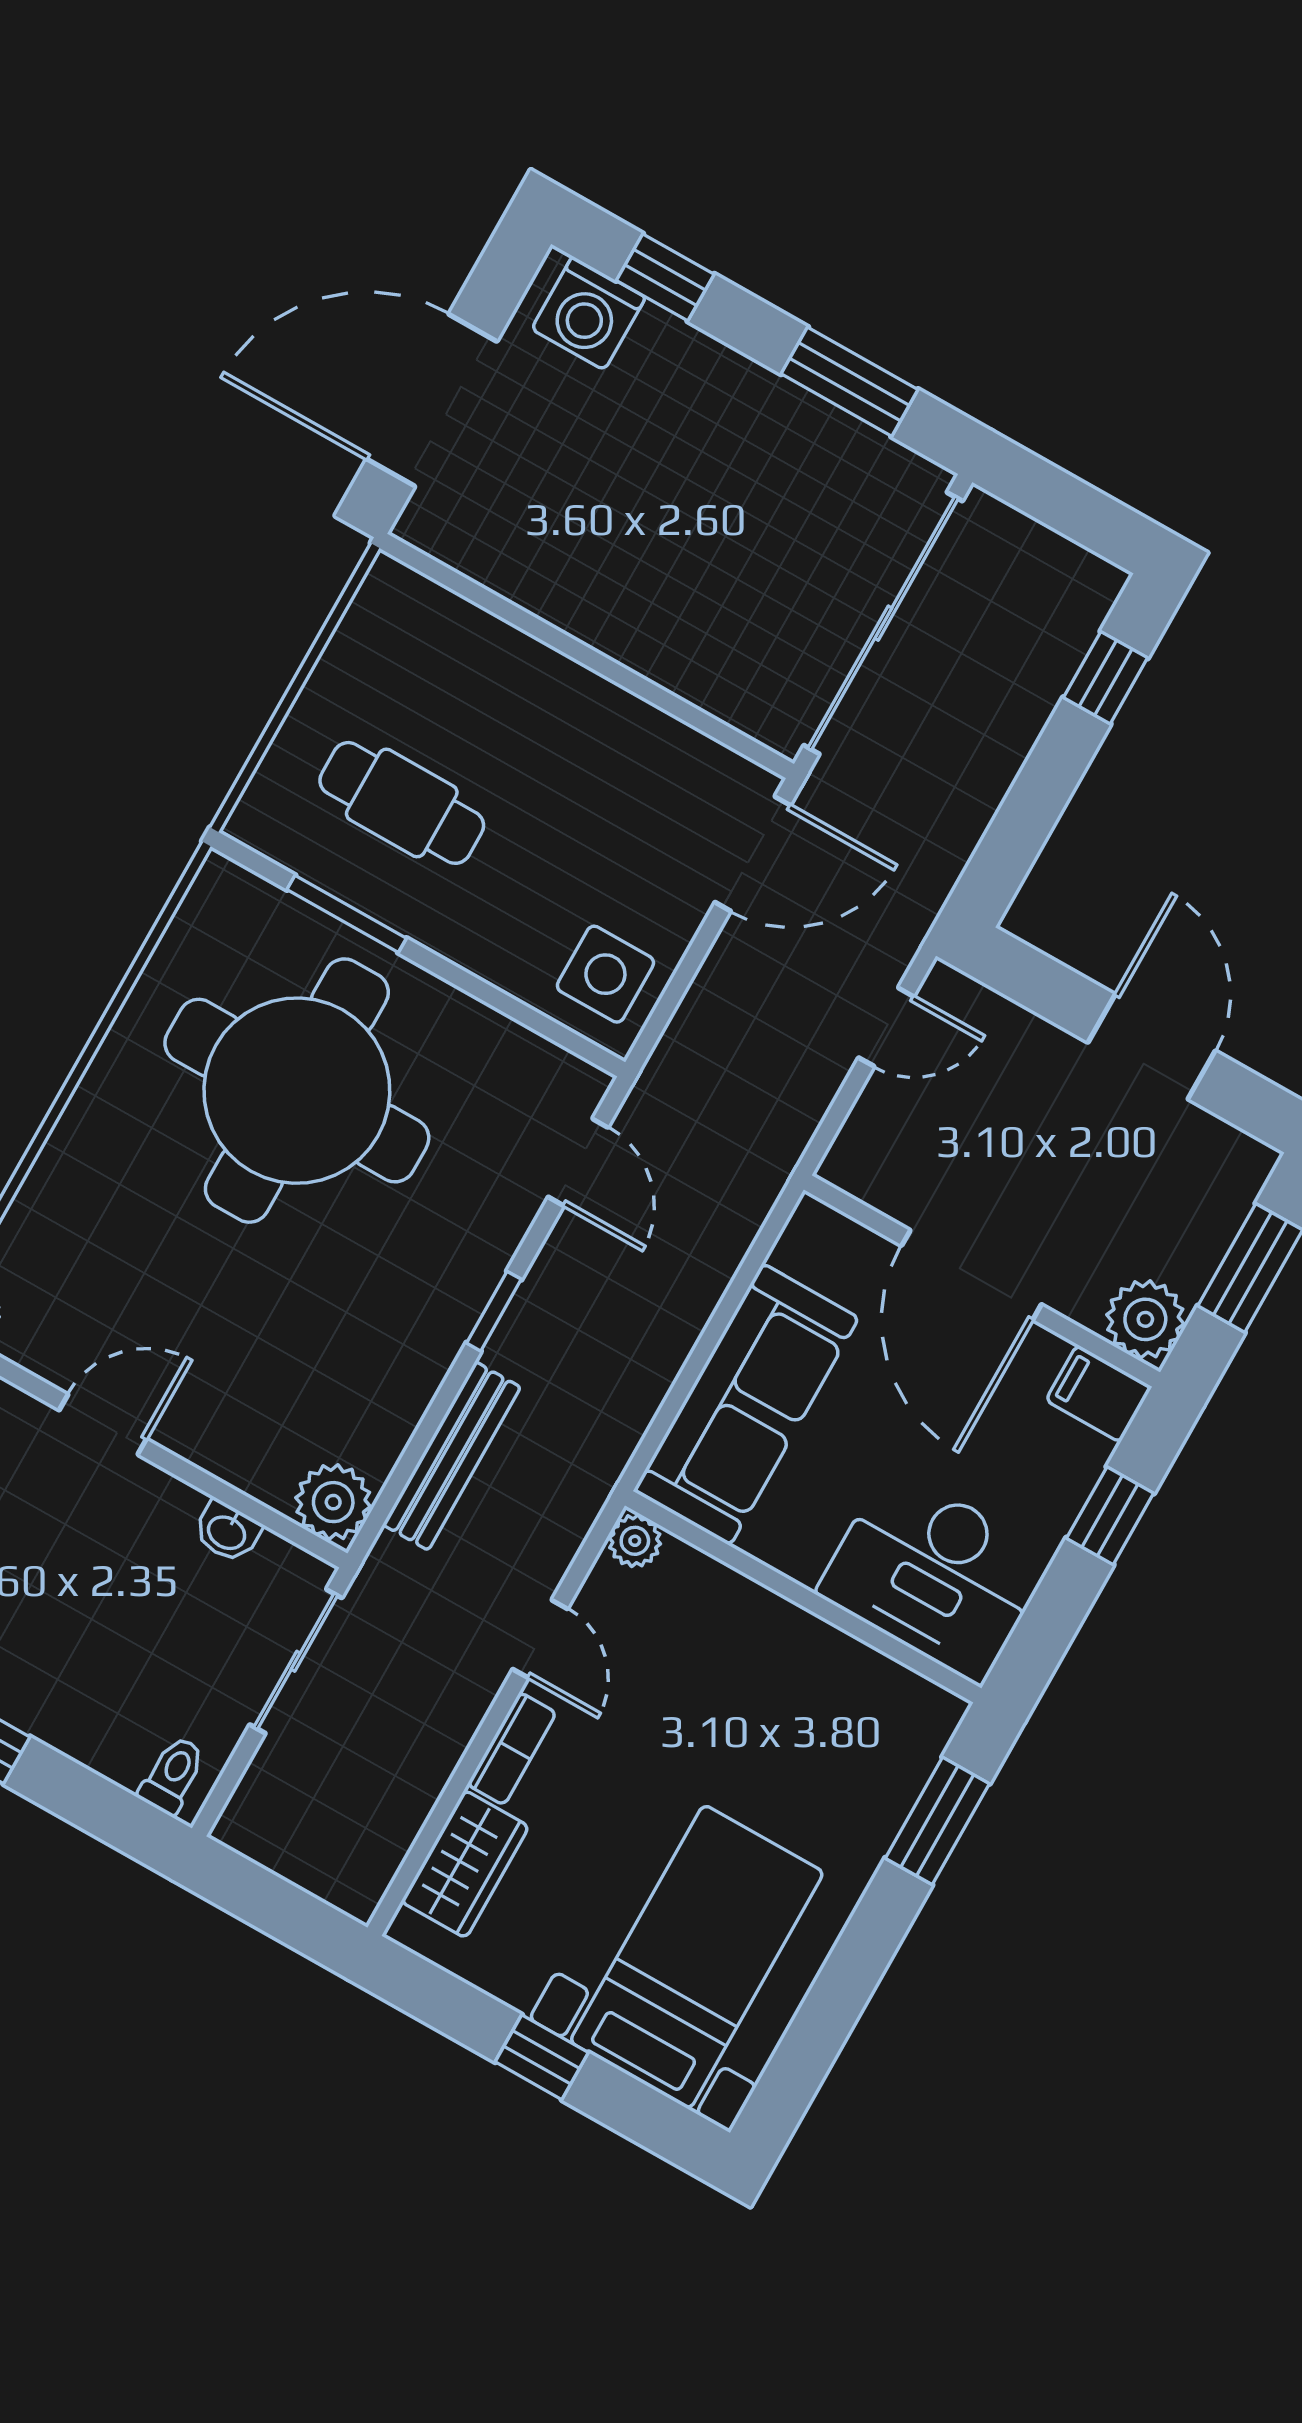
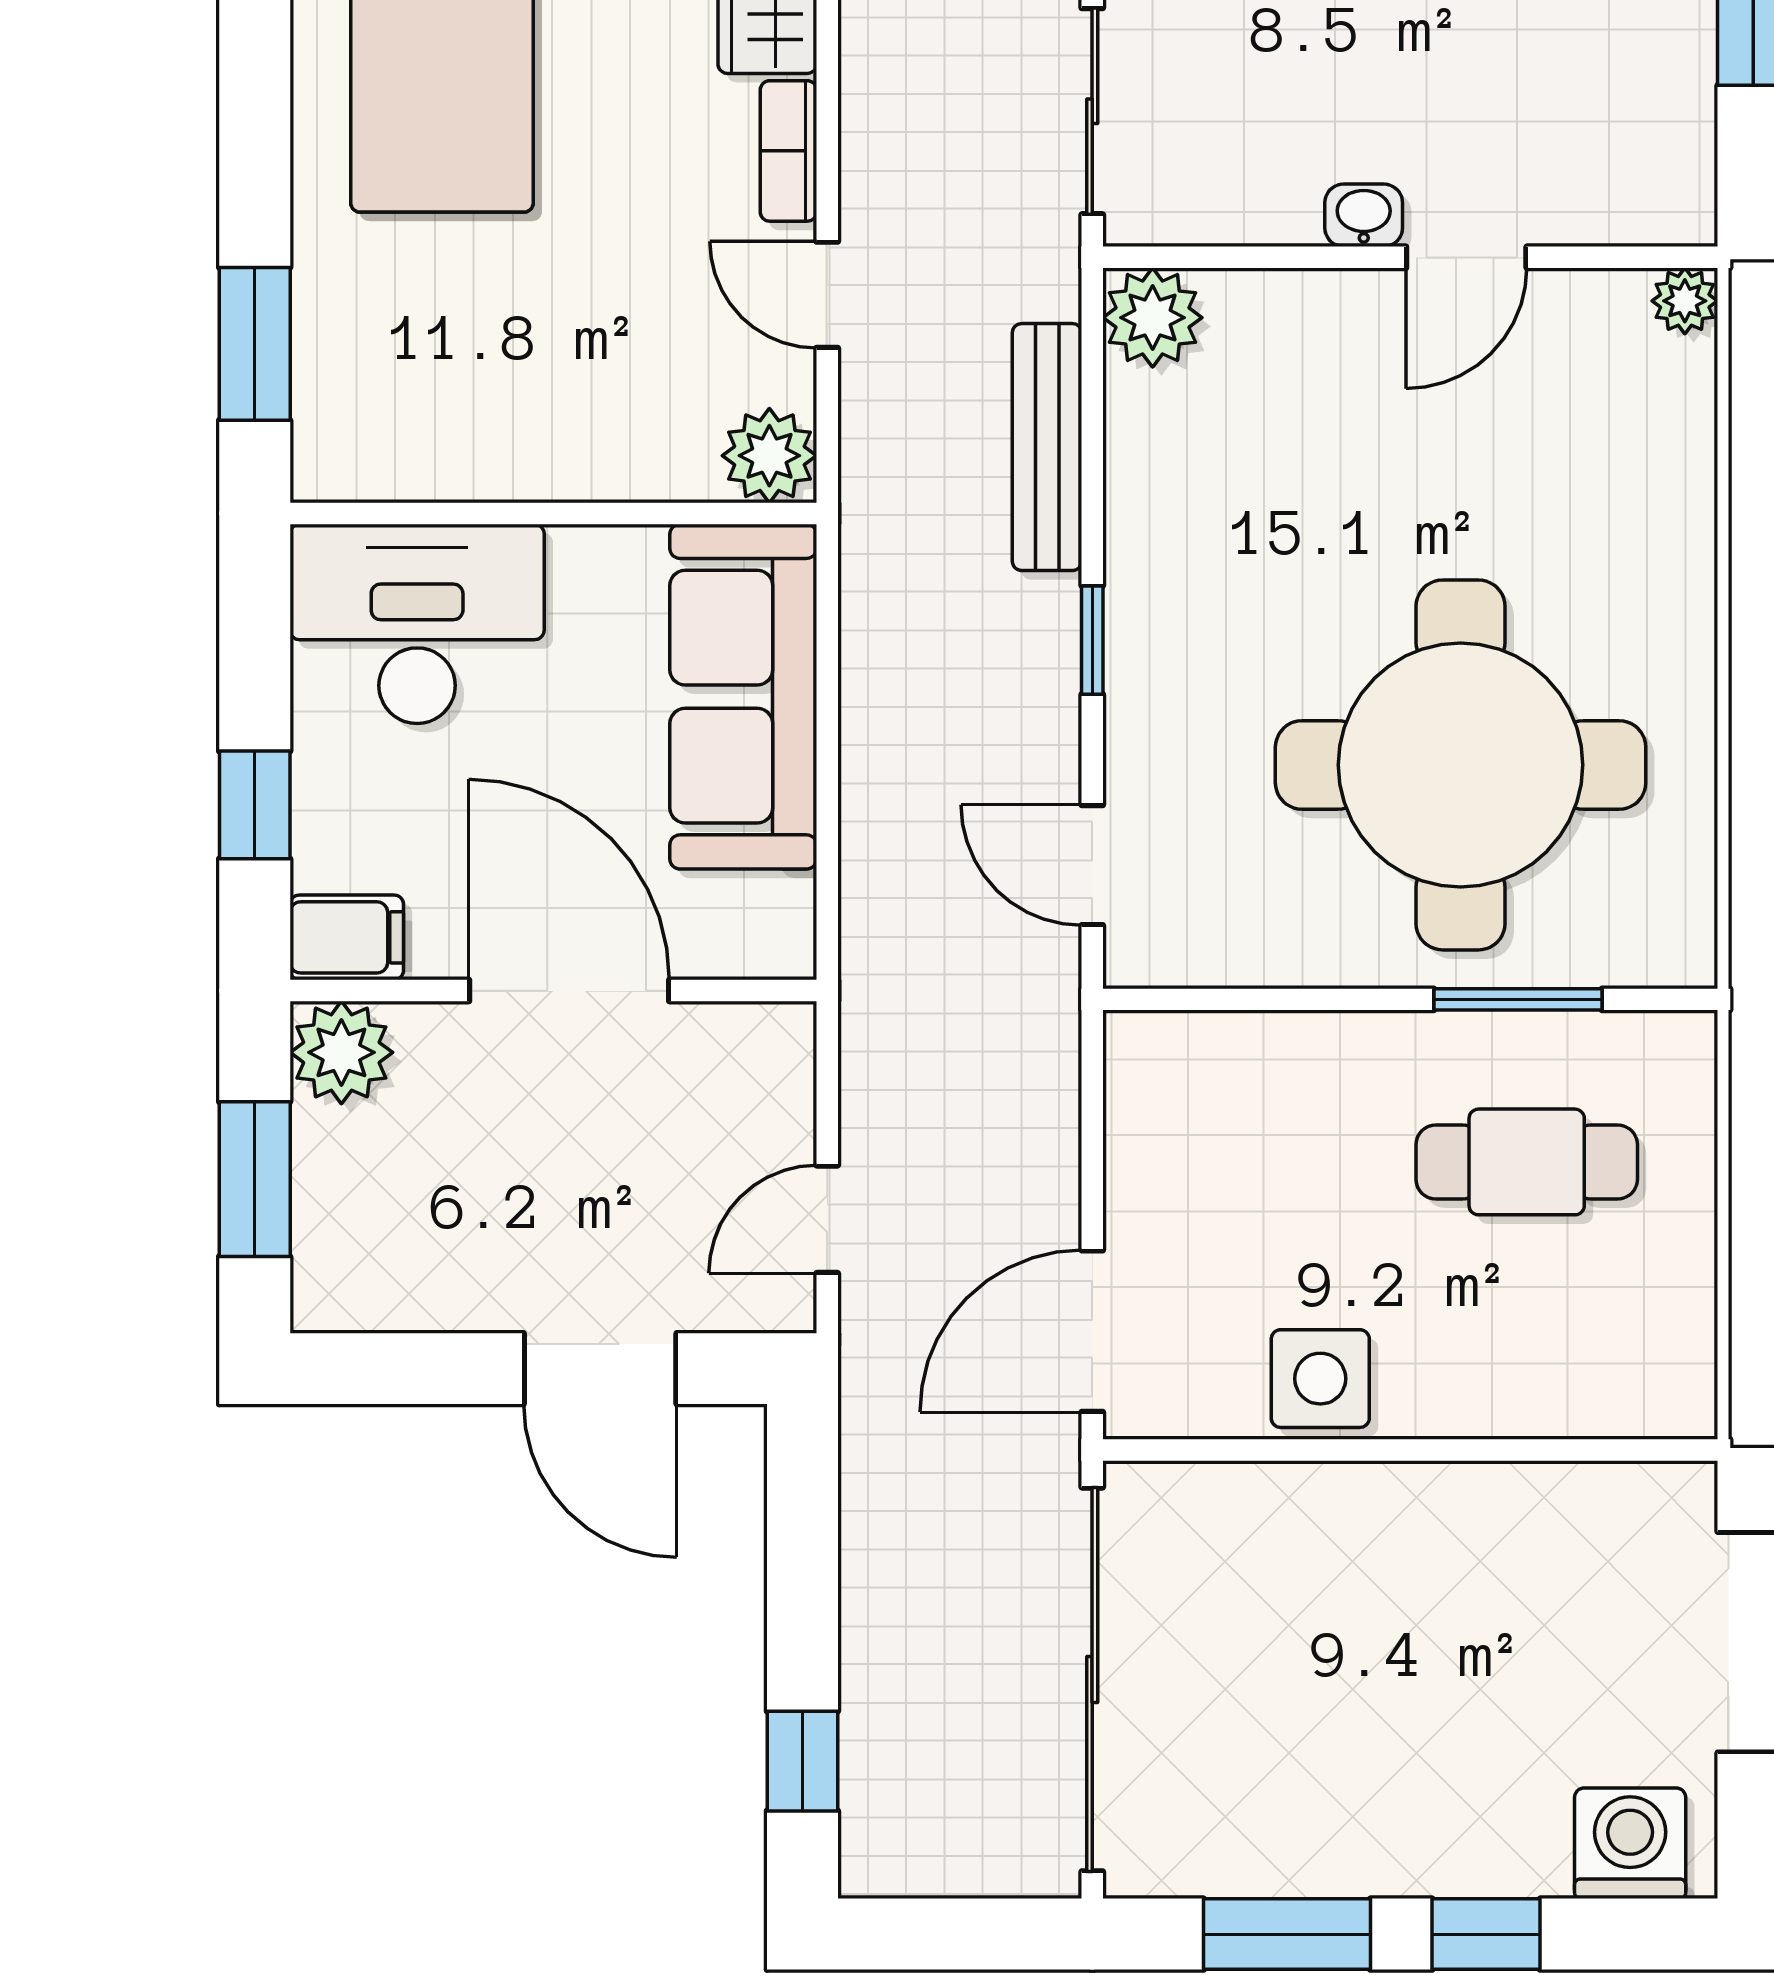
window: (665, 277) -> (1486, 1934), moved
side table: (605, 974) -> (1320, 1379), moved
door: (1152, 1047) -> (600, 1369), moved
washbasin: (227, 1531) -> (1364, 215), moved
plant: (635, 1541) -> (769, 456), width x1.38, depth x1.38

